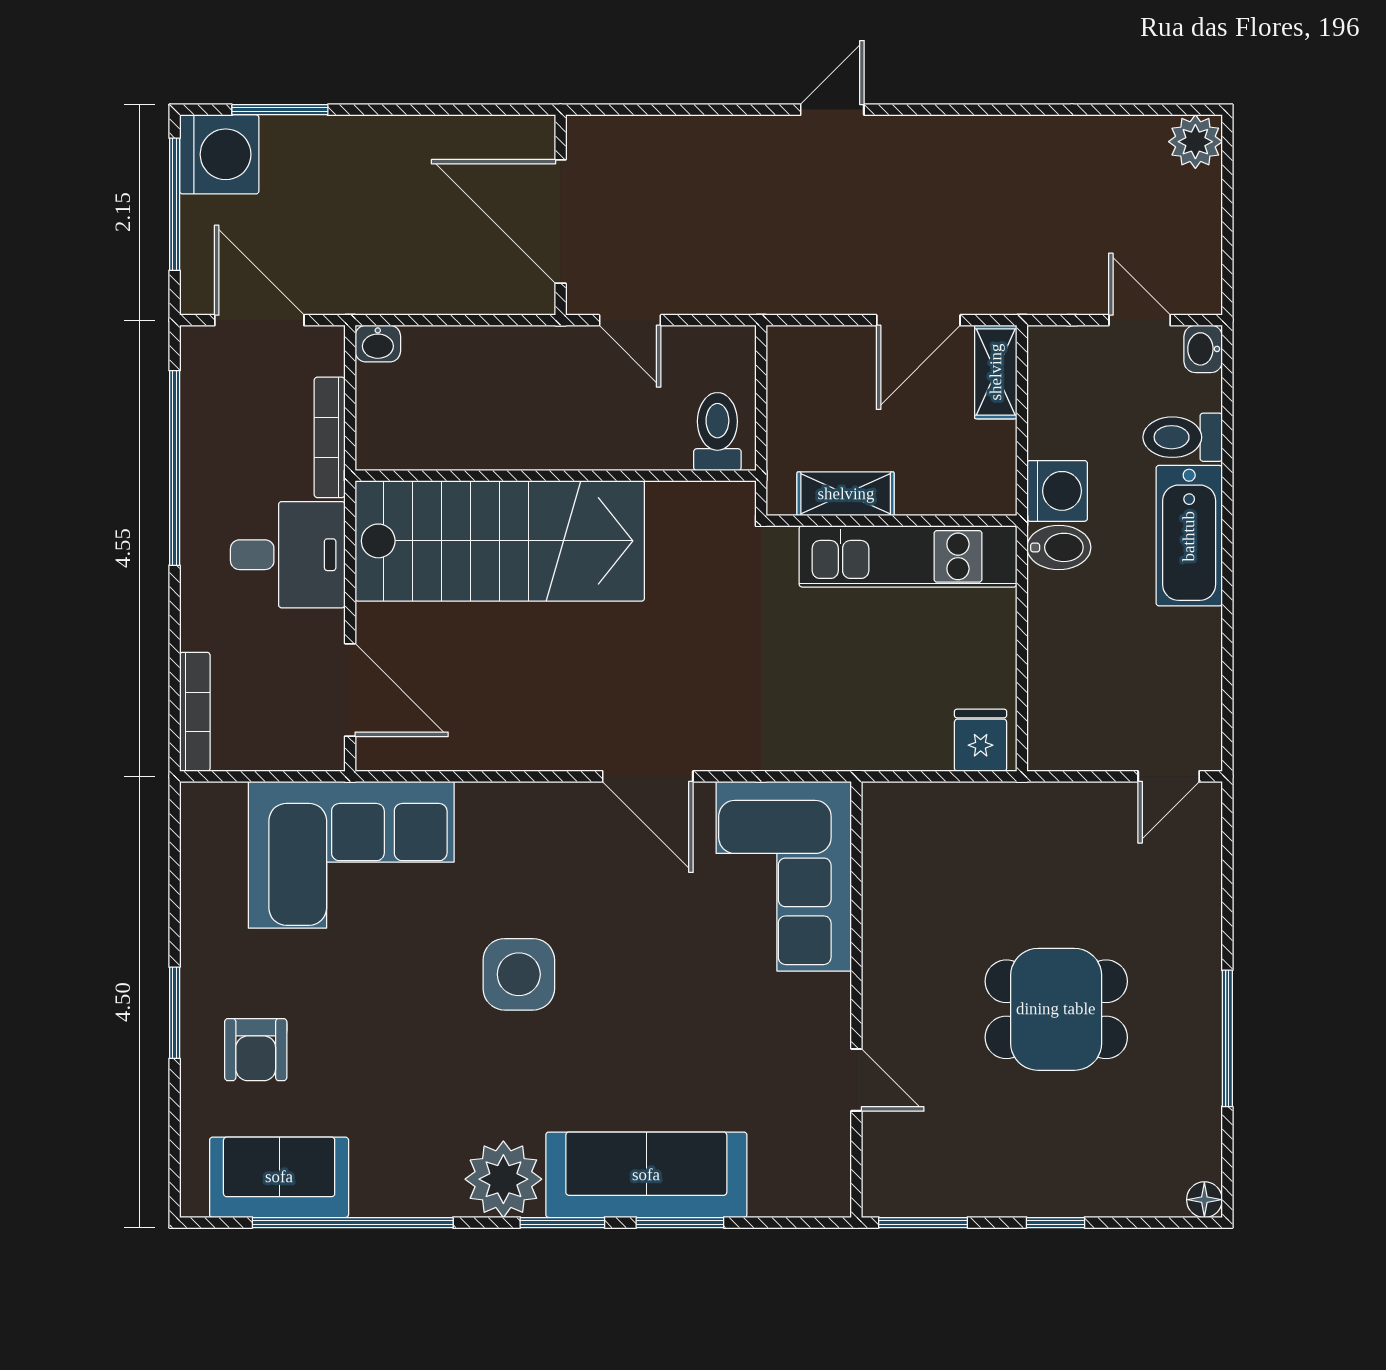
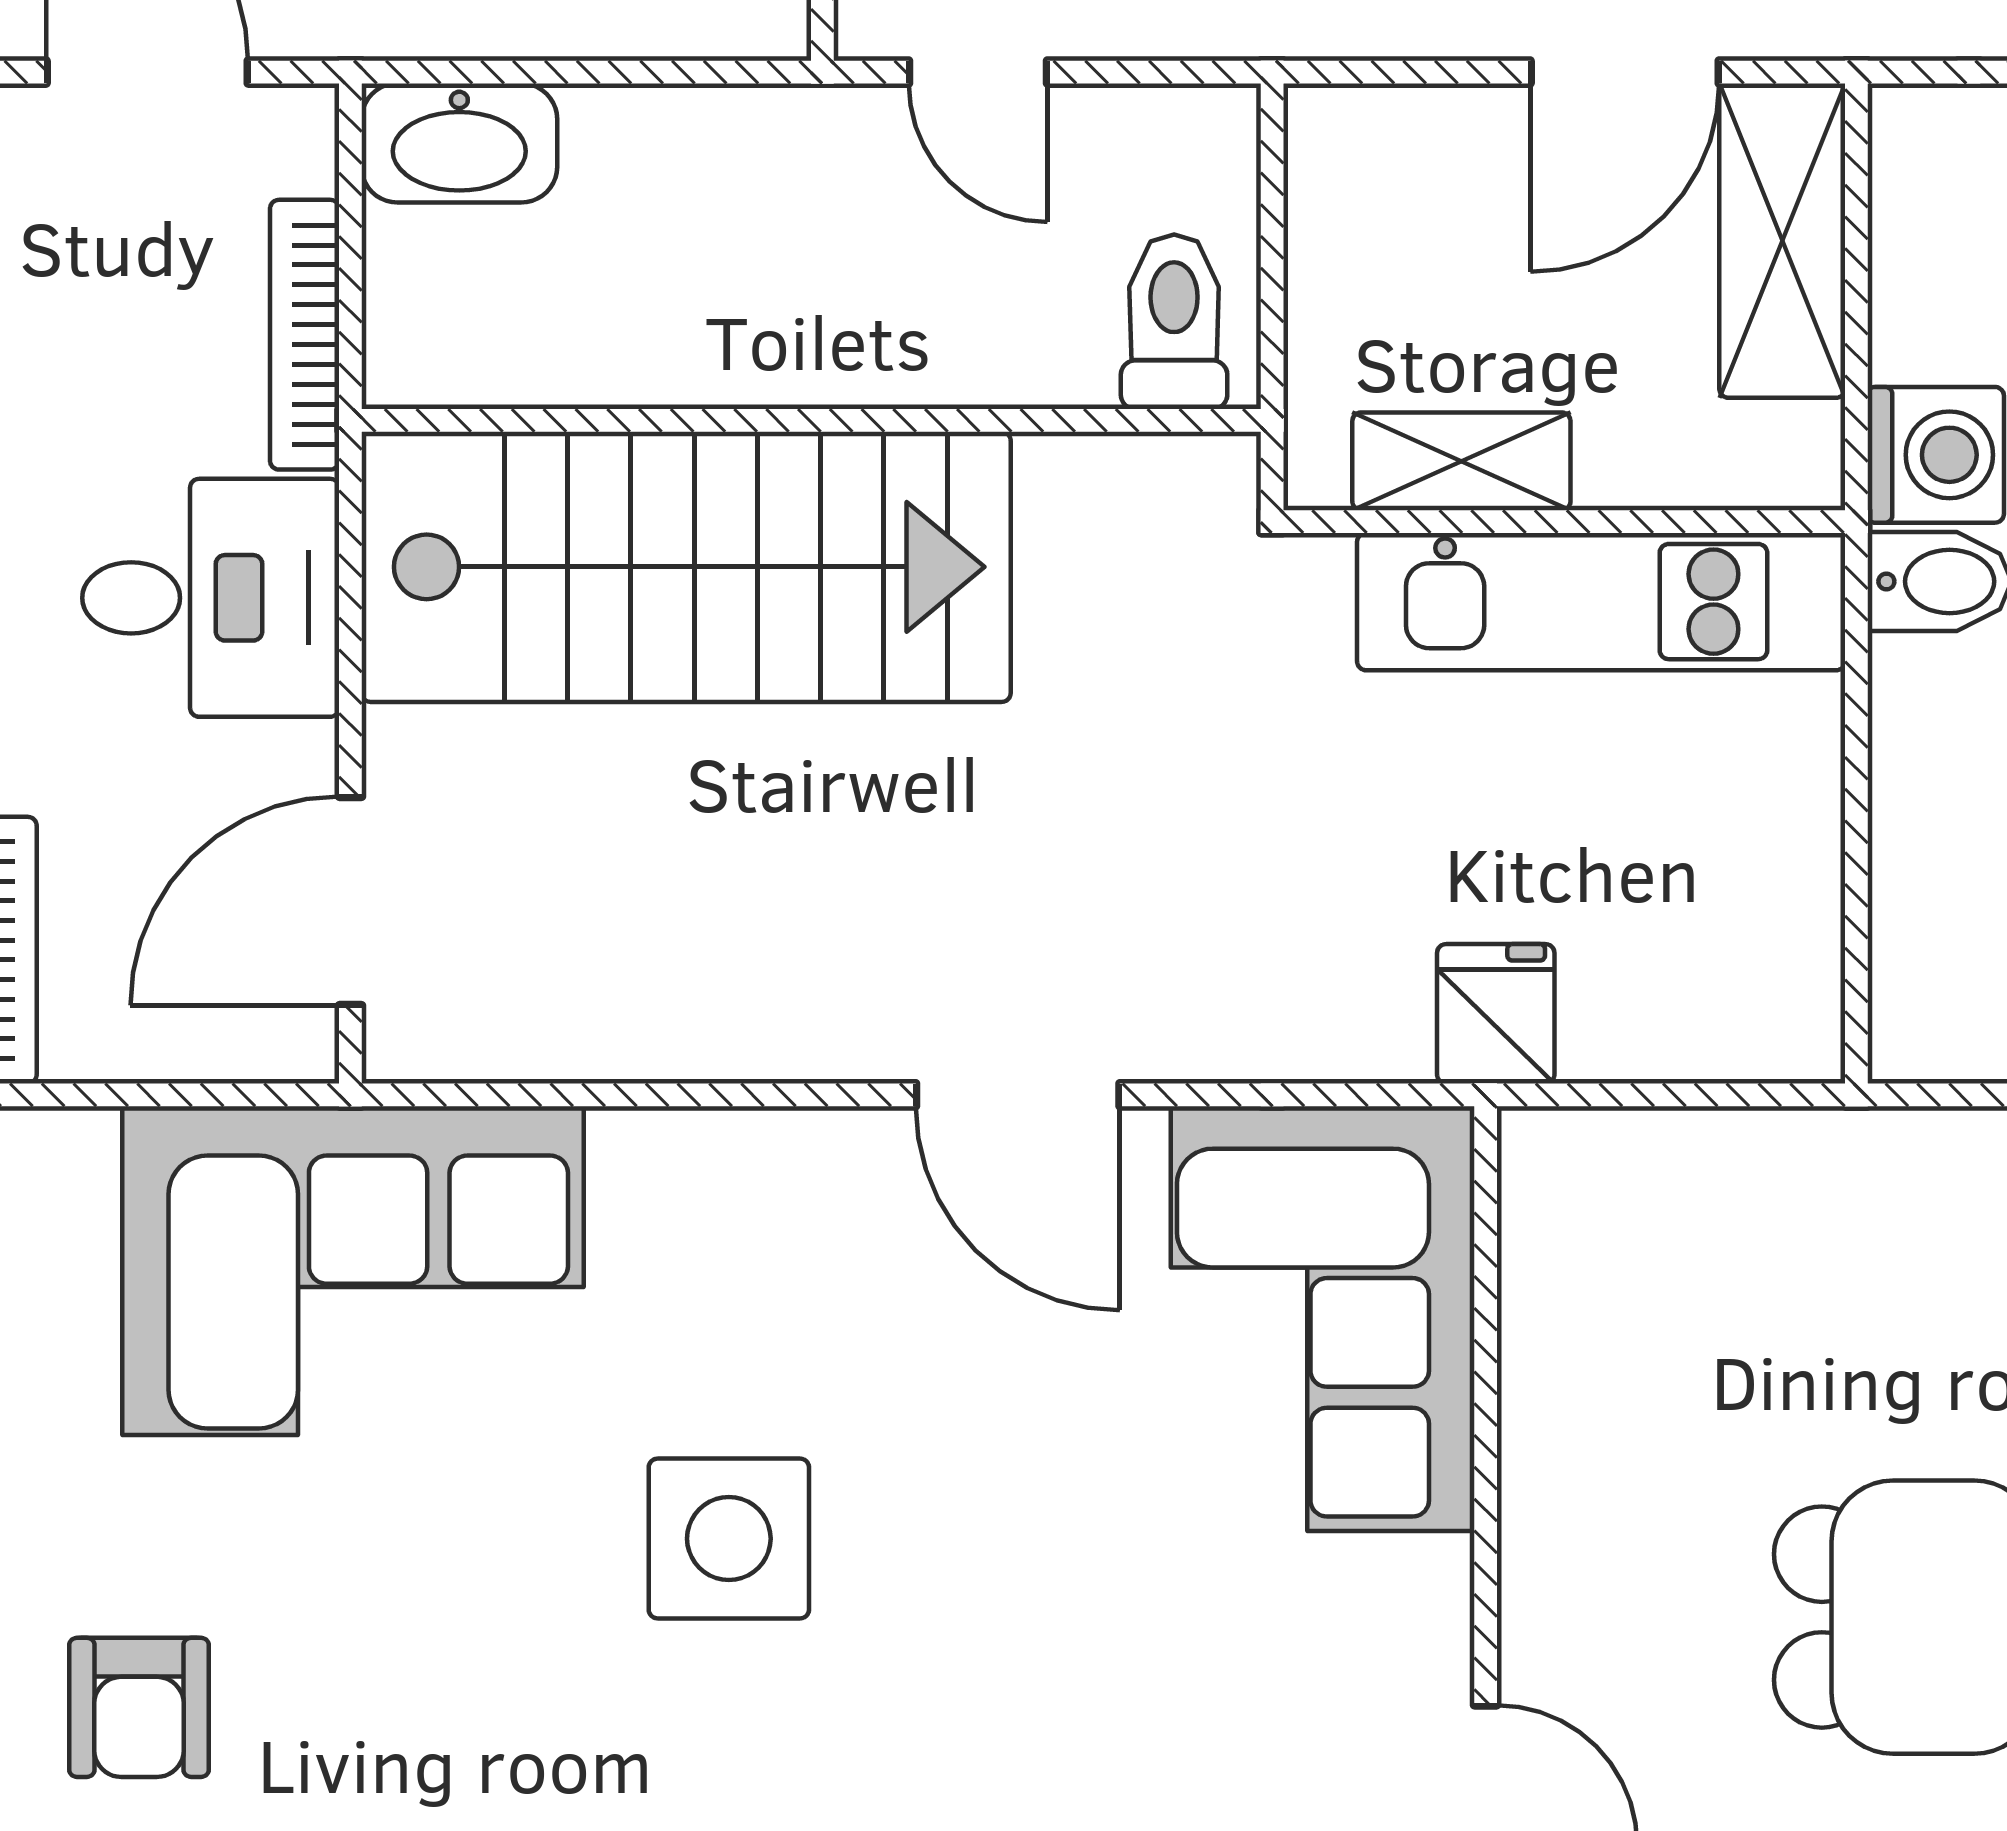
washbasin: (378, 344) -> (459, 143), width x1.91, depth x1.45
shelving: (996, 372) -> (1782, 241), width x1.50, depth x1.33
door: (350, 690) -> (350, 901), swing flipped
fridge: (981, 740) -> (1496, 1014), moved

